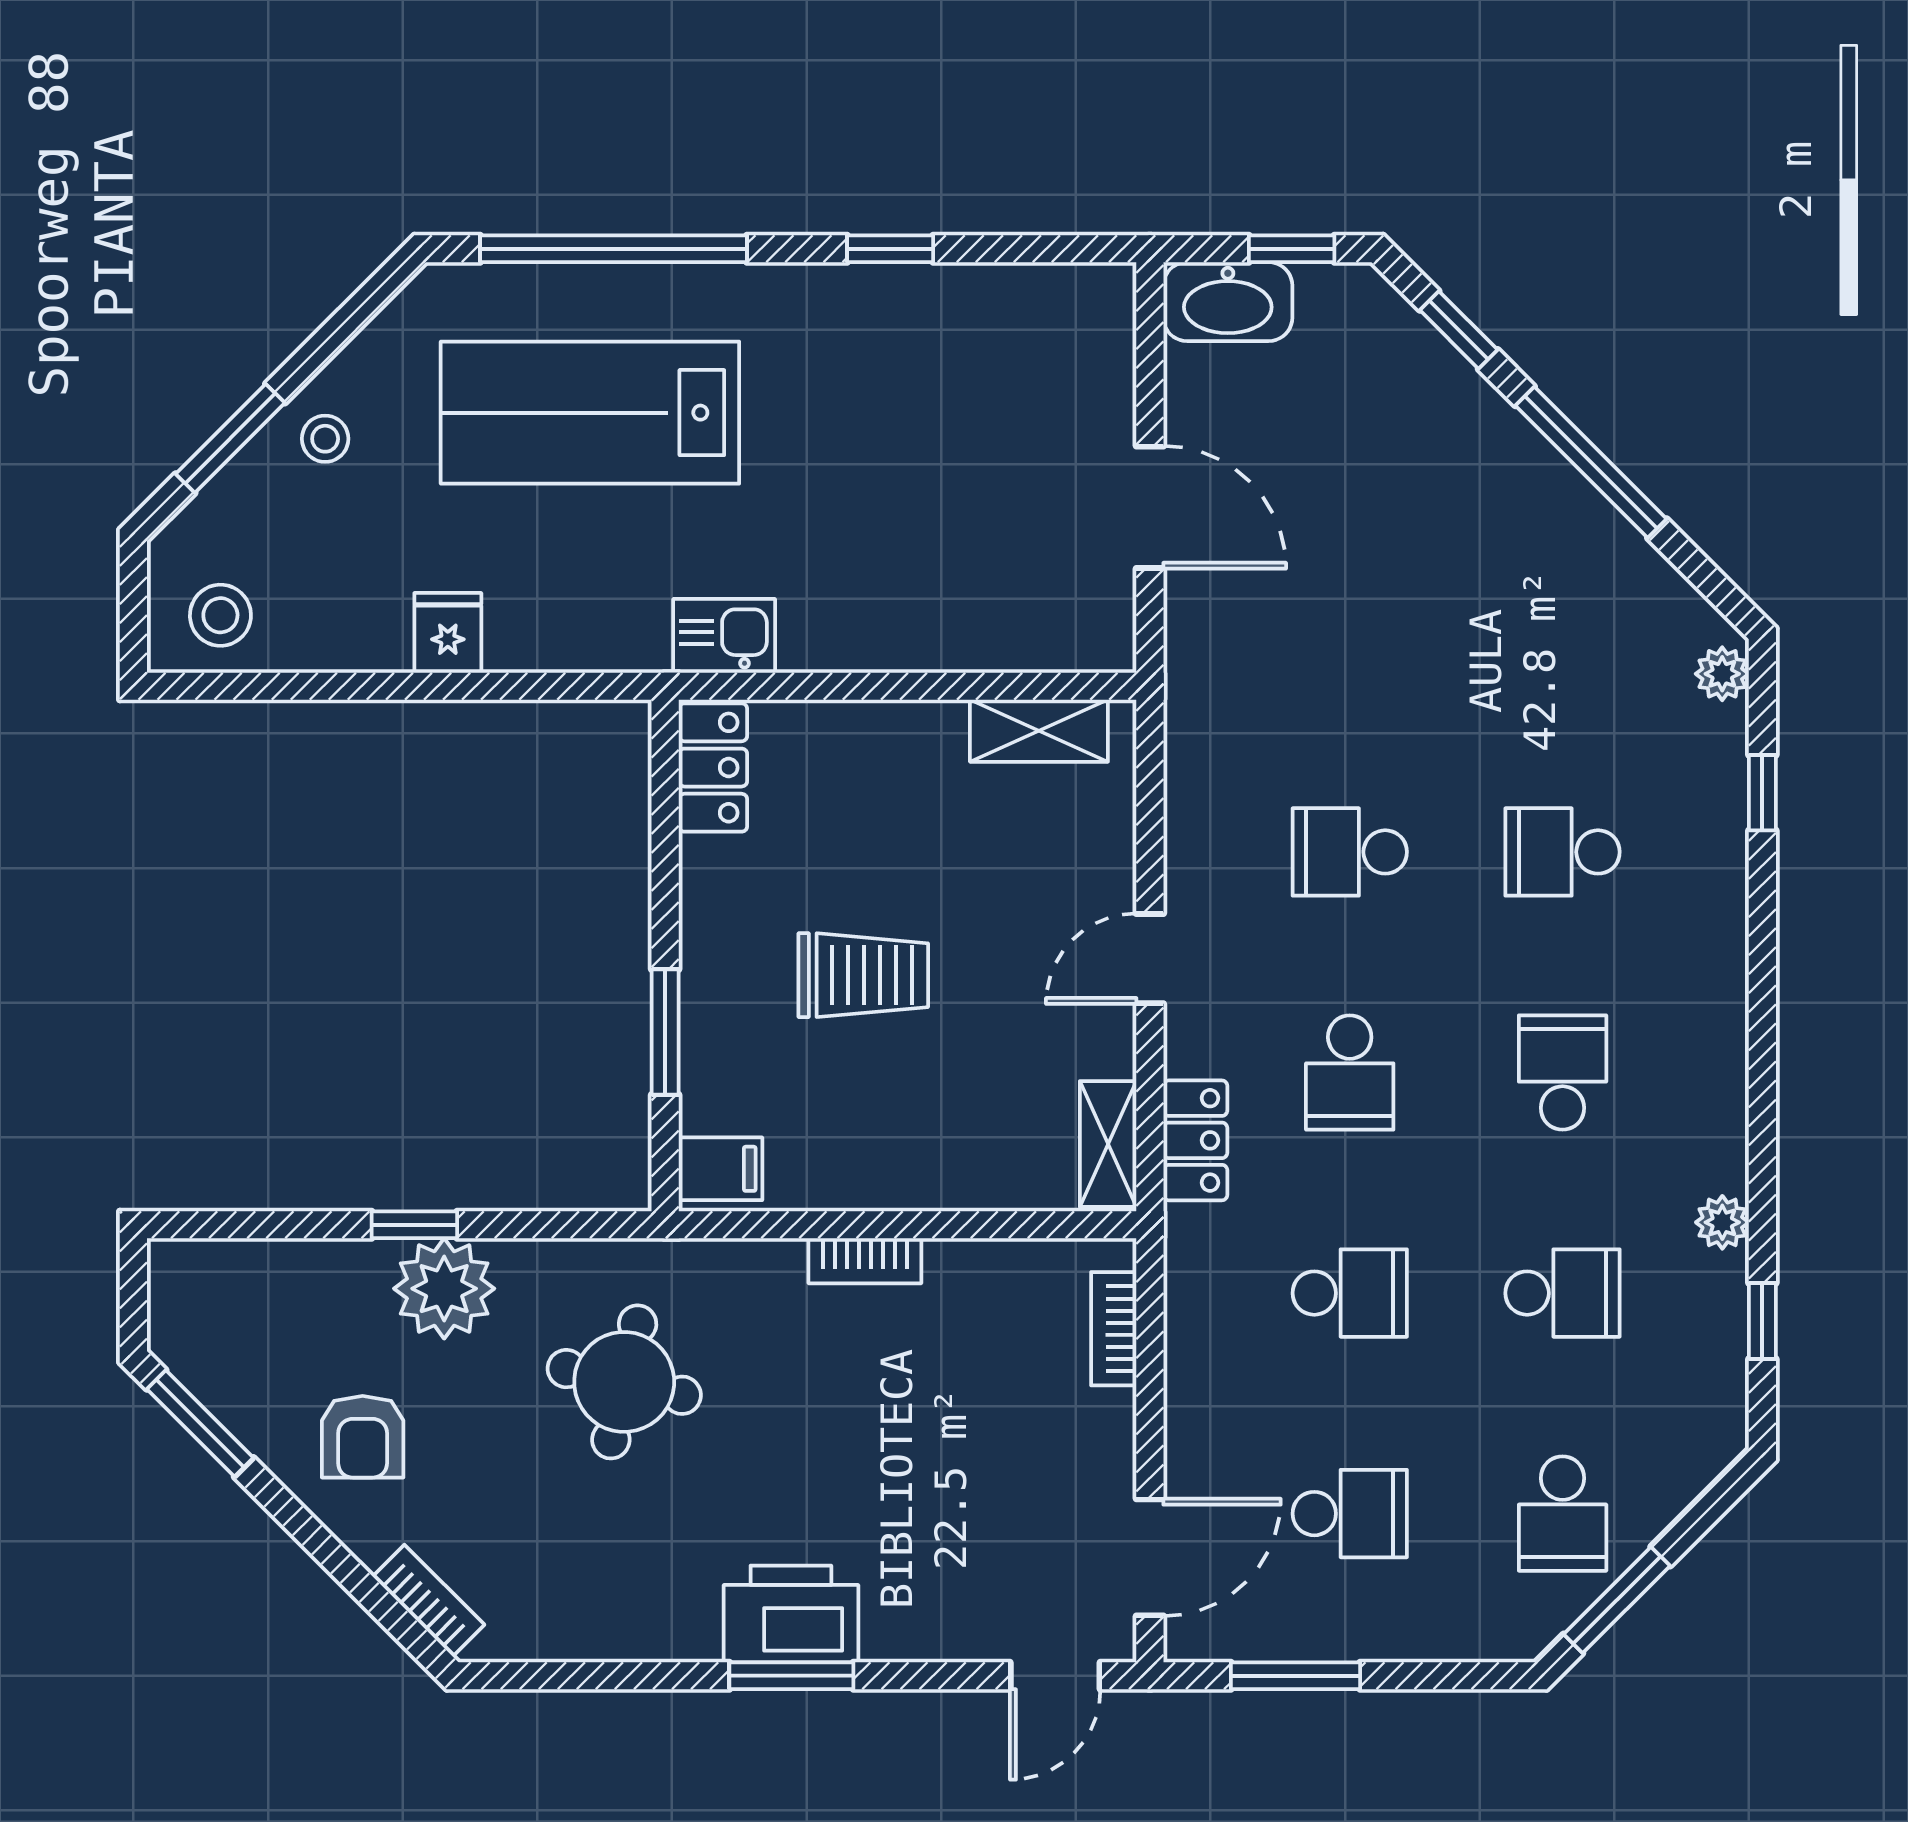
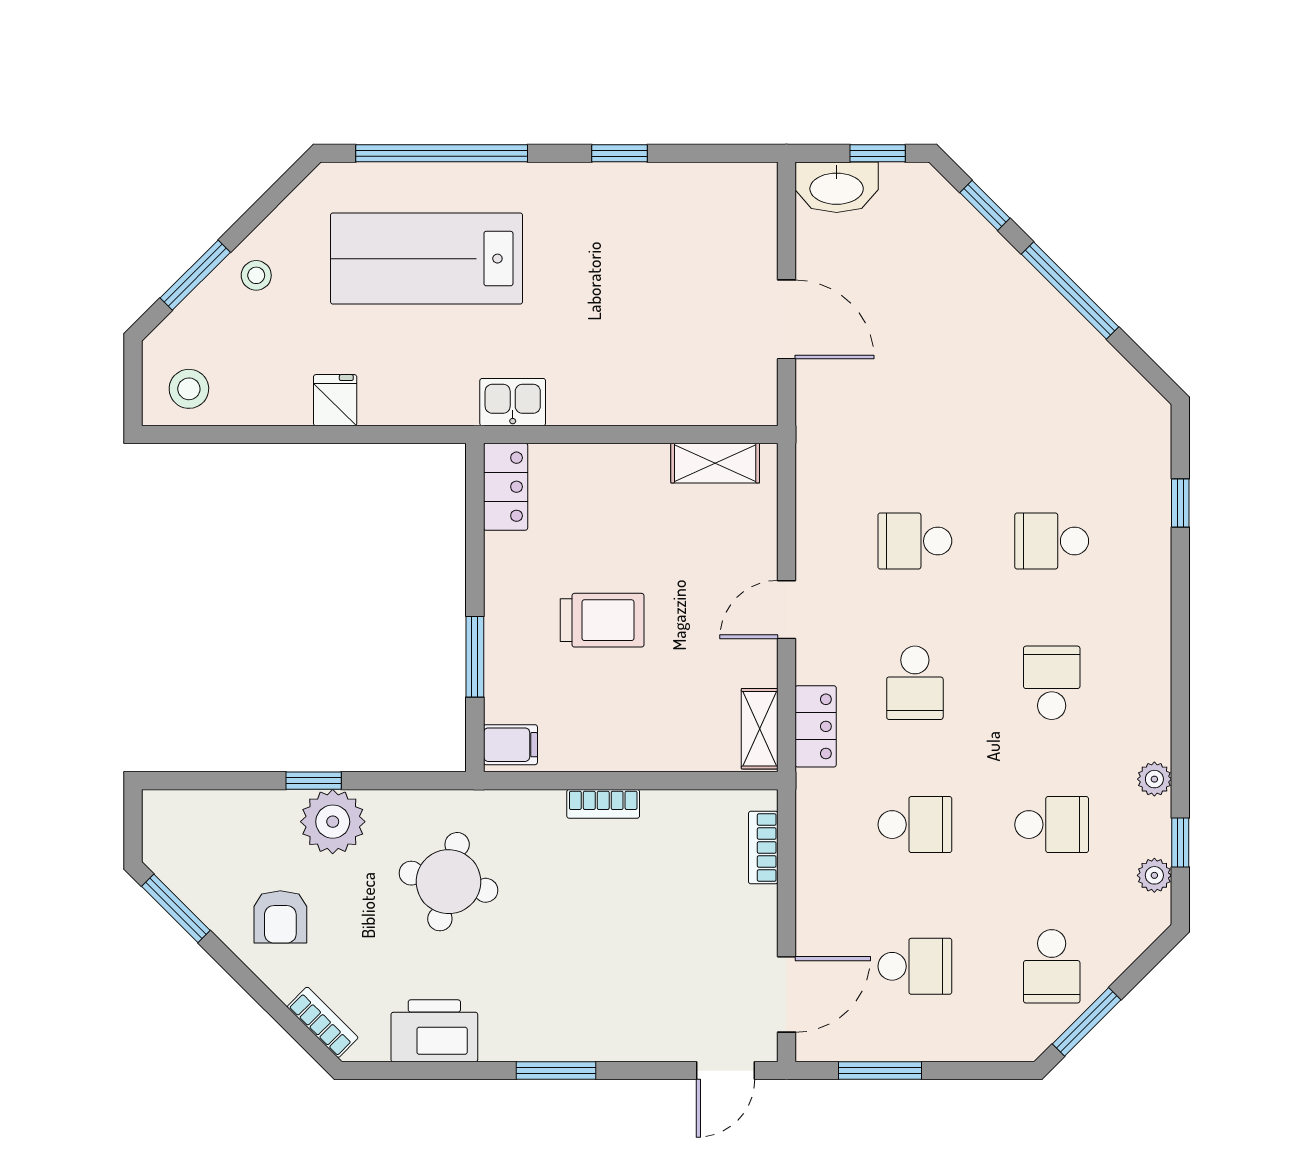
plant: (1722, 674) -> (1154, 875), moved
printer: (791, 1614) -> (434, 1031), moved

